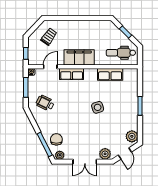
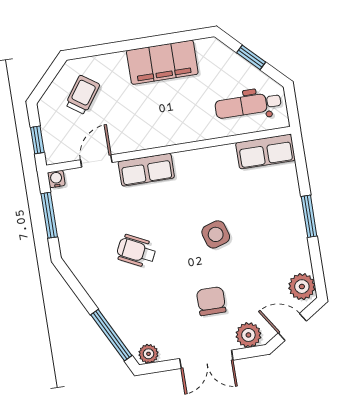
filing cabinet: (79, 57) -> (162, 62), moved, turned 180
row of seats: (110, 74) -> (266, 151), moved
wheelchair: (45, 103) -> (136, 251), moved
chair: (56, 139) -> (211, 301), moved
door: (125, 153) -> (292, 327), swing flipped

